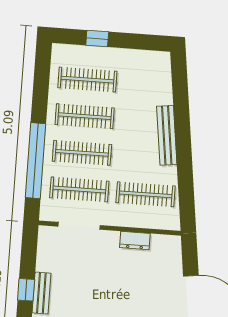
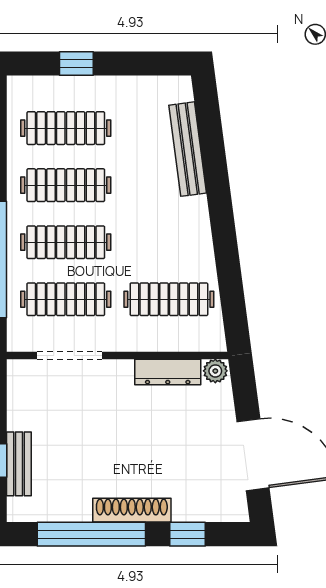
bench: (167, 135) -> (188, 149), moved
dresser: (135, 241) -> (168, 372), width x1.44
plant: (172, 243) -> (215, 371), added

